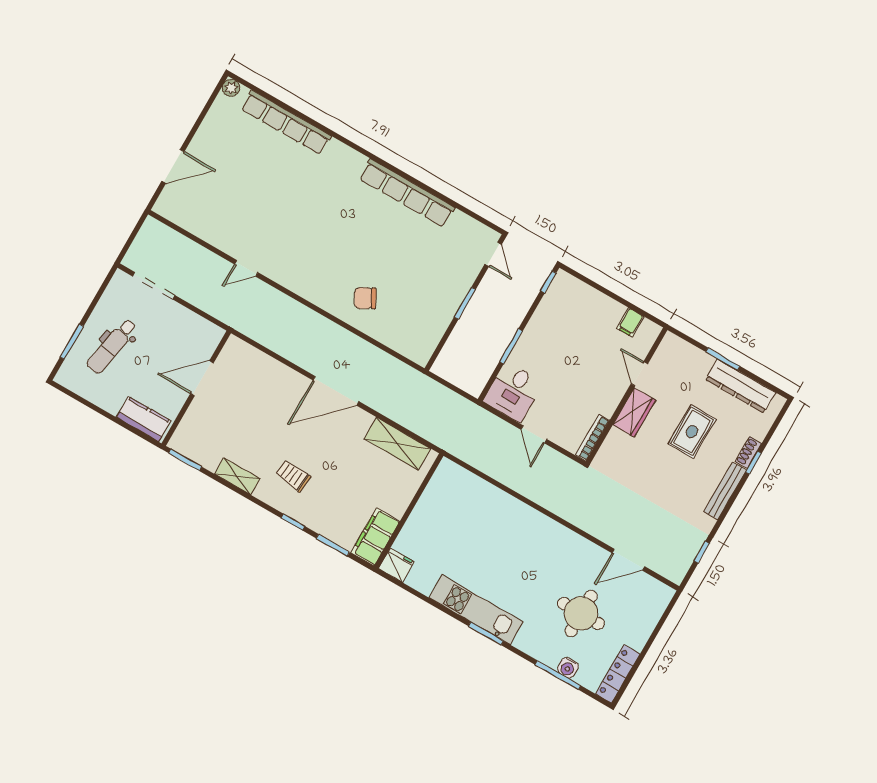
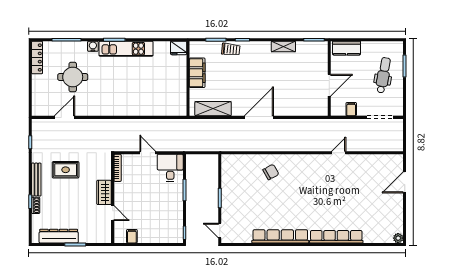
row of seats: (286, 122) -> (336, 237), moved
filing cabinet: (190, 323) -> (351, 109), added
rug: (692, 432) -> (66, 170), moved, turned 90
trolley: (293, 476) -> (231, 49), moved
filing cabinet: (375, 537) -> (197, 73), moved
water cooler: (568, 668) -> (93, 46), moved

